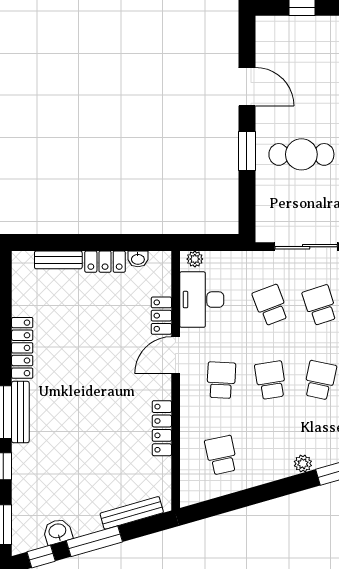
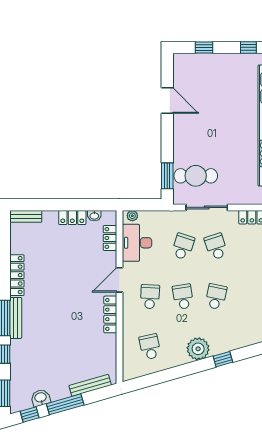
window: (247, 151) -> (167, 176), moved
cafe table: (301, 154) -> (196, 176), moved
bench: (58, 260) -> (26, 216), moved
school desk: (271, 305) -> (183, 247), turned 39
locker: (161, 316) -> (110, 238), moved
locker: (162, 428) -> (110, 314), moved
plant: (303, 464) -> (198, 349), width x1.87, depth x1.87

